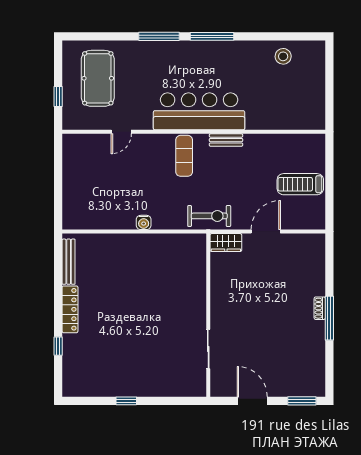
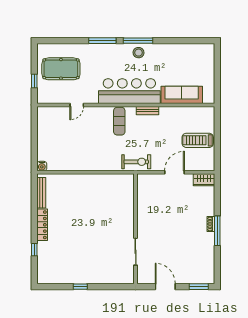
stool: (283, 56) -> (138, 53), moved
pool table: (98, 78) -> (61, 69), turned 90
sofa: (277, 117) -> (182, 95), added
water cooler: (144, 222) -> (42, 166), moved
wardrobe: (226, 243) -> (204, 180), moved

